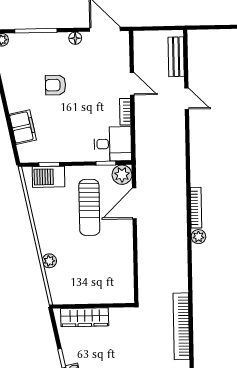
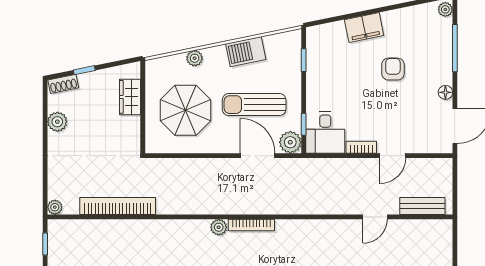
filing cabinet: (23, 127) -> (364, 28), moved
barbecue: (48, 177) -> (246, 52), moved, turned -102
parasol: (95, 268) -> (185, 110), added
wardrobe: (85, 317) -> (130, 97), width x0.67

